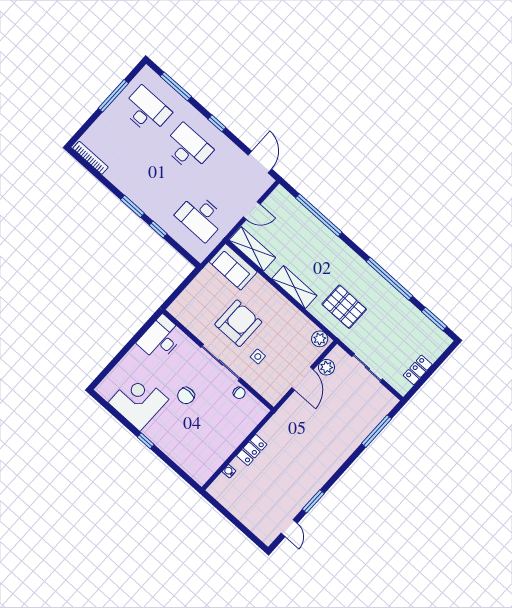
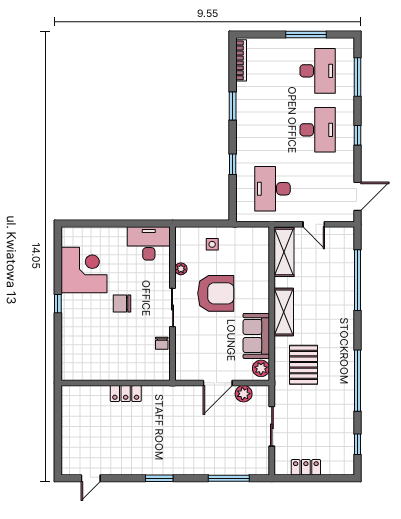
window: (132, 206) -> (233, 106), moved
sofa: (233, 267) -> (256, 336), moved
window: (434, 319) -> (358, 444), width x0.67
plant: (199, 332) -> (181, 269), added
side table: (258, 357) -> (212, 244), moved
sliding door: (221, 363) -> (173, 308), width x0.73
water cooler: (229, 471) -> (93, 391), removed
window: (313, 501) -> (159, 478), moved

